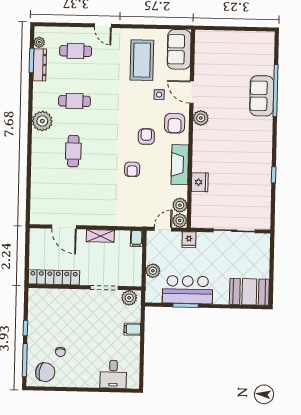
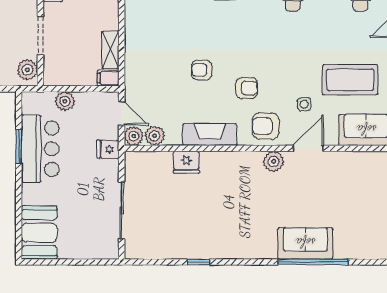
shelving: (100, 236) -> (110, 50), moved

